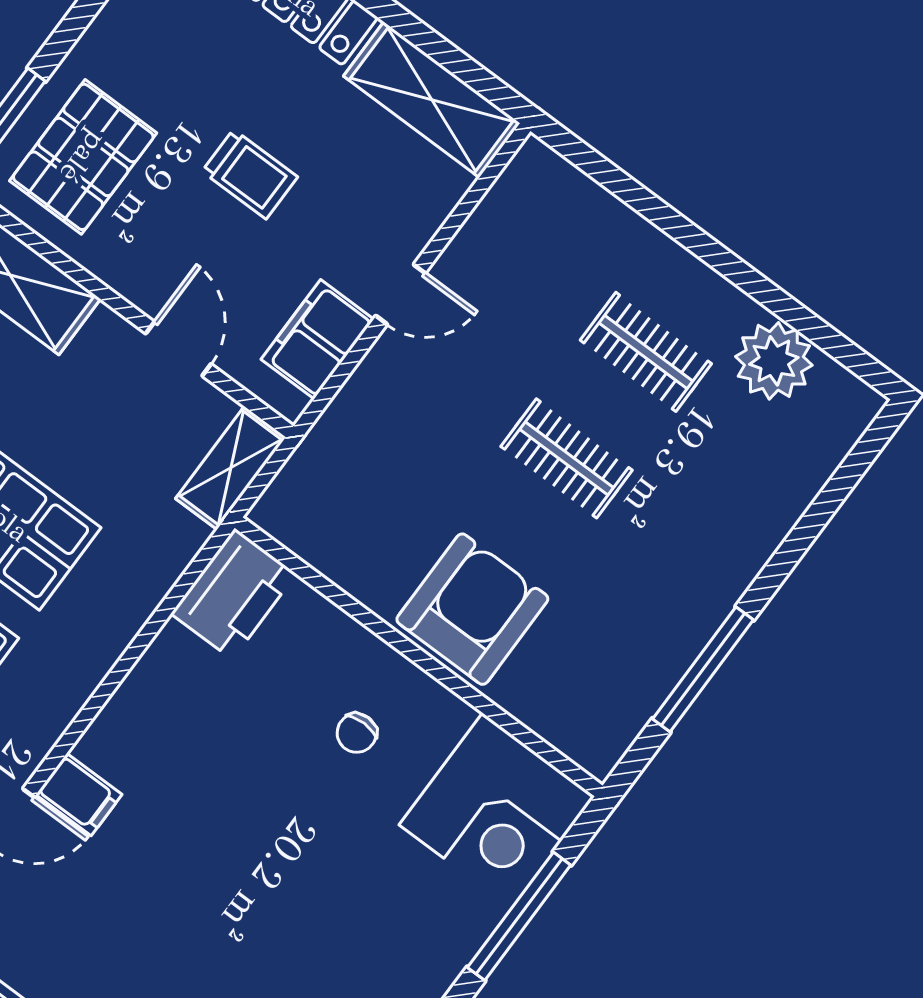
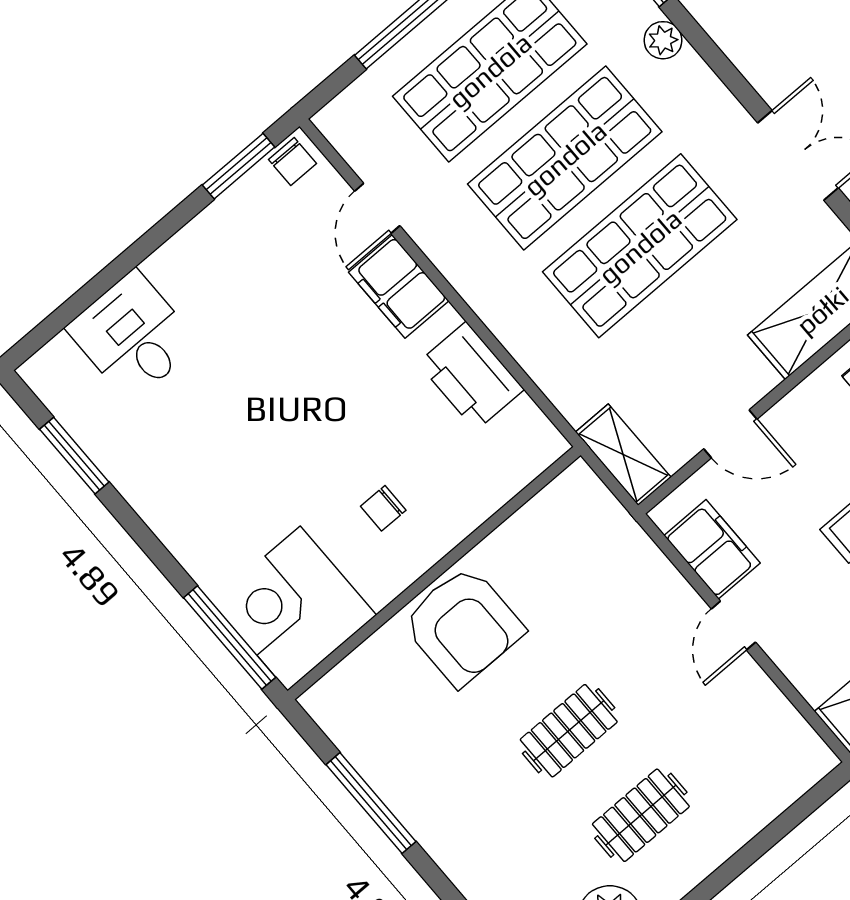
printer: (234, 594) -> (471, 376), moved
chair: (357, 733) -> (383, 508), turned -90
filing cabinet: (79, 795) -> (399, 287), width x2.00
window: (519, 916) -> (230, 638), moved

